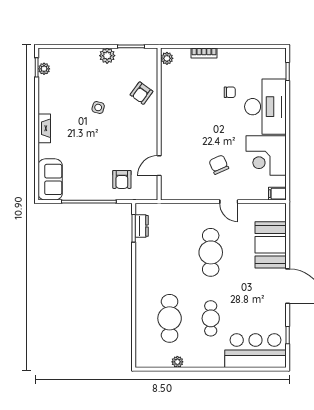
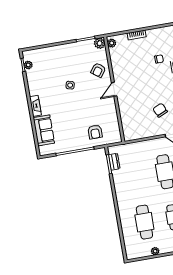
plant: (107, 56) -> (100, 43), moved
door: (159, 166) -> (114, 89), moved
sofa: (50, 179) -> (44, 130), moved

